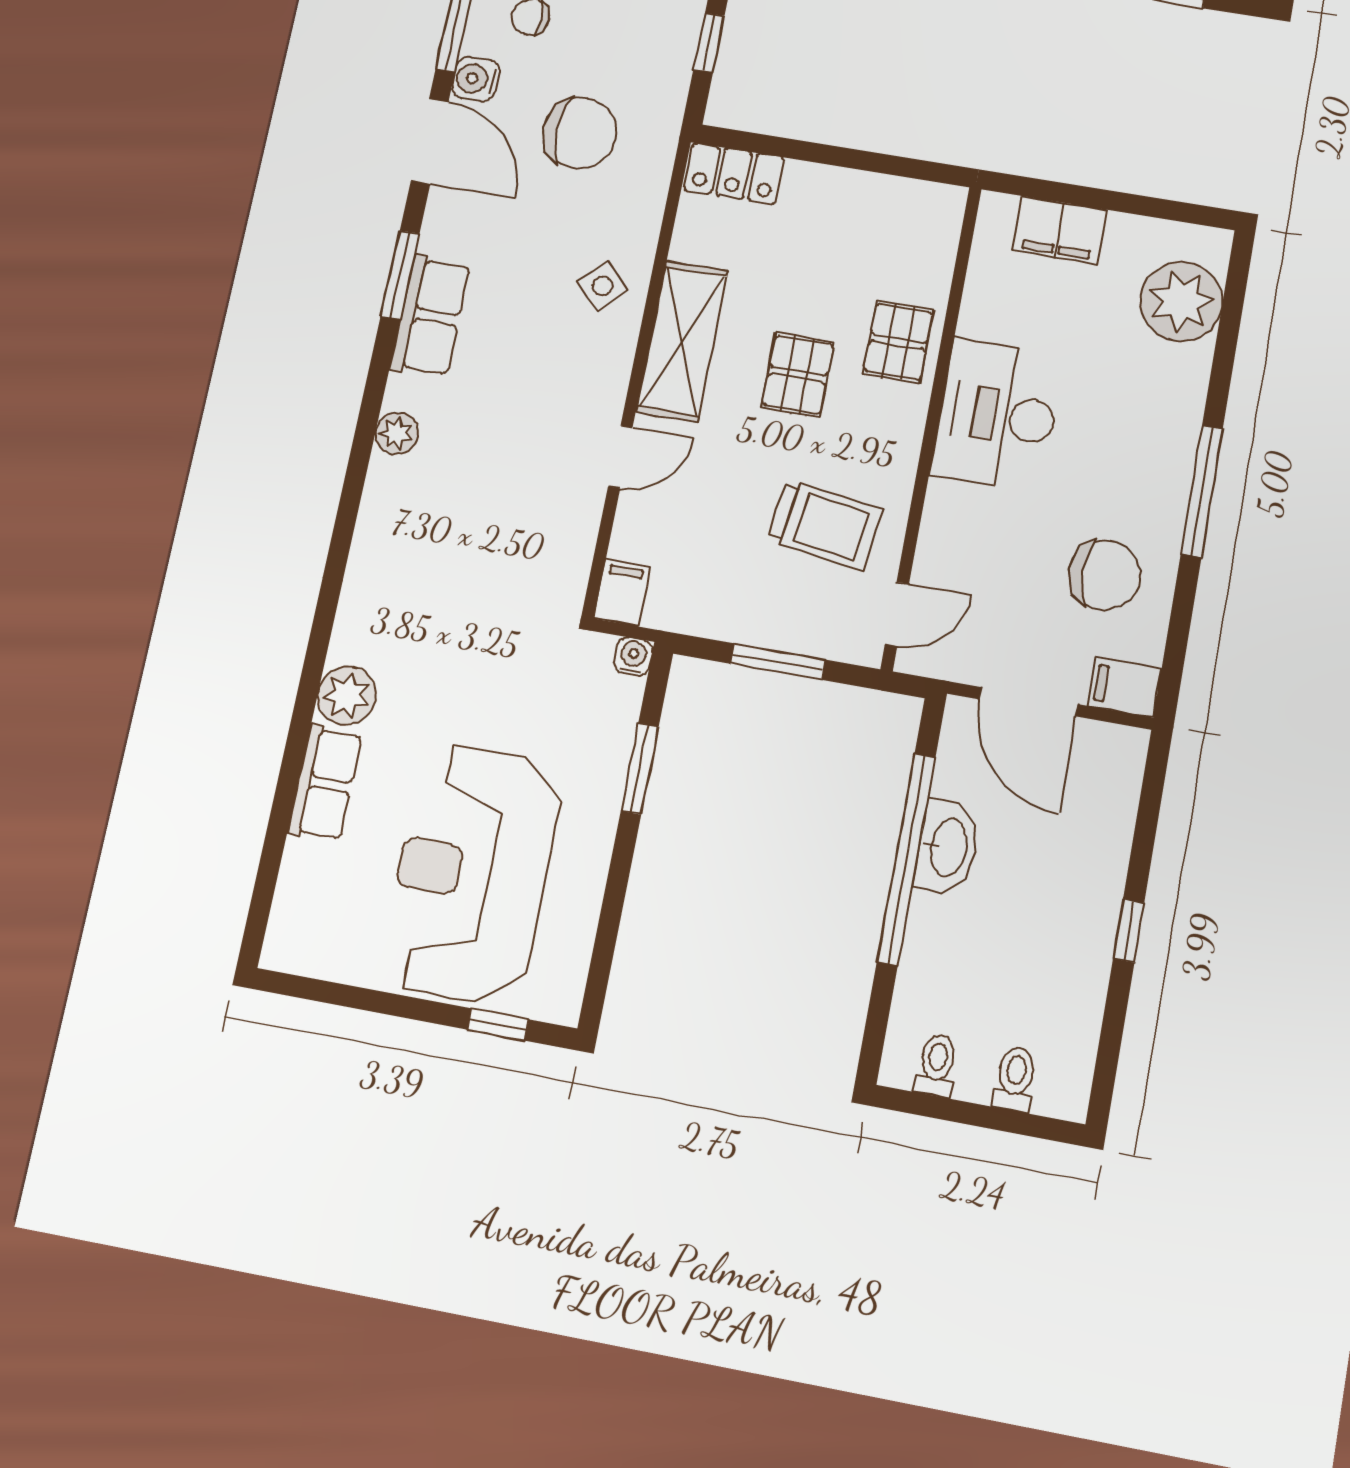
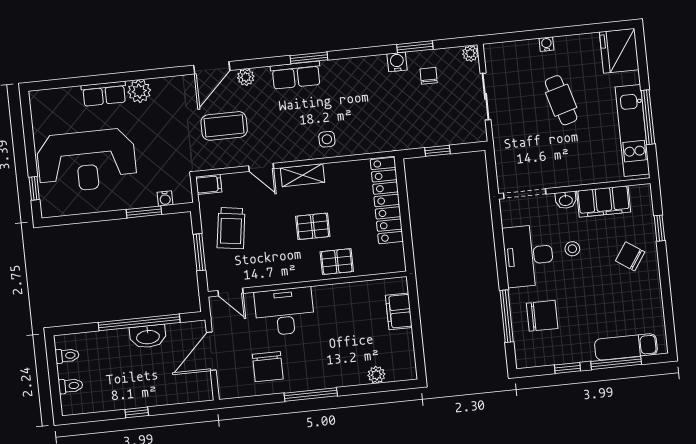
chair: (580, 133) -> (386, 111), removed
door: (430, 141) -> (212, 68), moved
locker: (734, 174) -> (387, 200), width x2.16, depth x1.21
side table: (603, 286) -> (327, 139), turned 45
plant: (1181, 302) -> (376, 375), width x0.53, depth x0.53
shelving: (682, 341) -> (303, 175), width x0.67, depth x0.75
desk: (997, 415) -> (284, 312), moved
coffee table: (495, 517) -> (224, 126), added
trolley: (825, 525) -> (231, 228), moved
water cooler: (633, 656) -> (165, 198), moved, turned 90
filing cabinet: (1125, 687) -> (227, 386), removed
reception desk: (472, 873) -> (87, 161), turned 180

